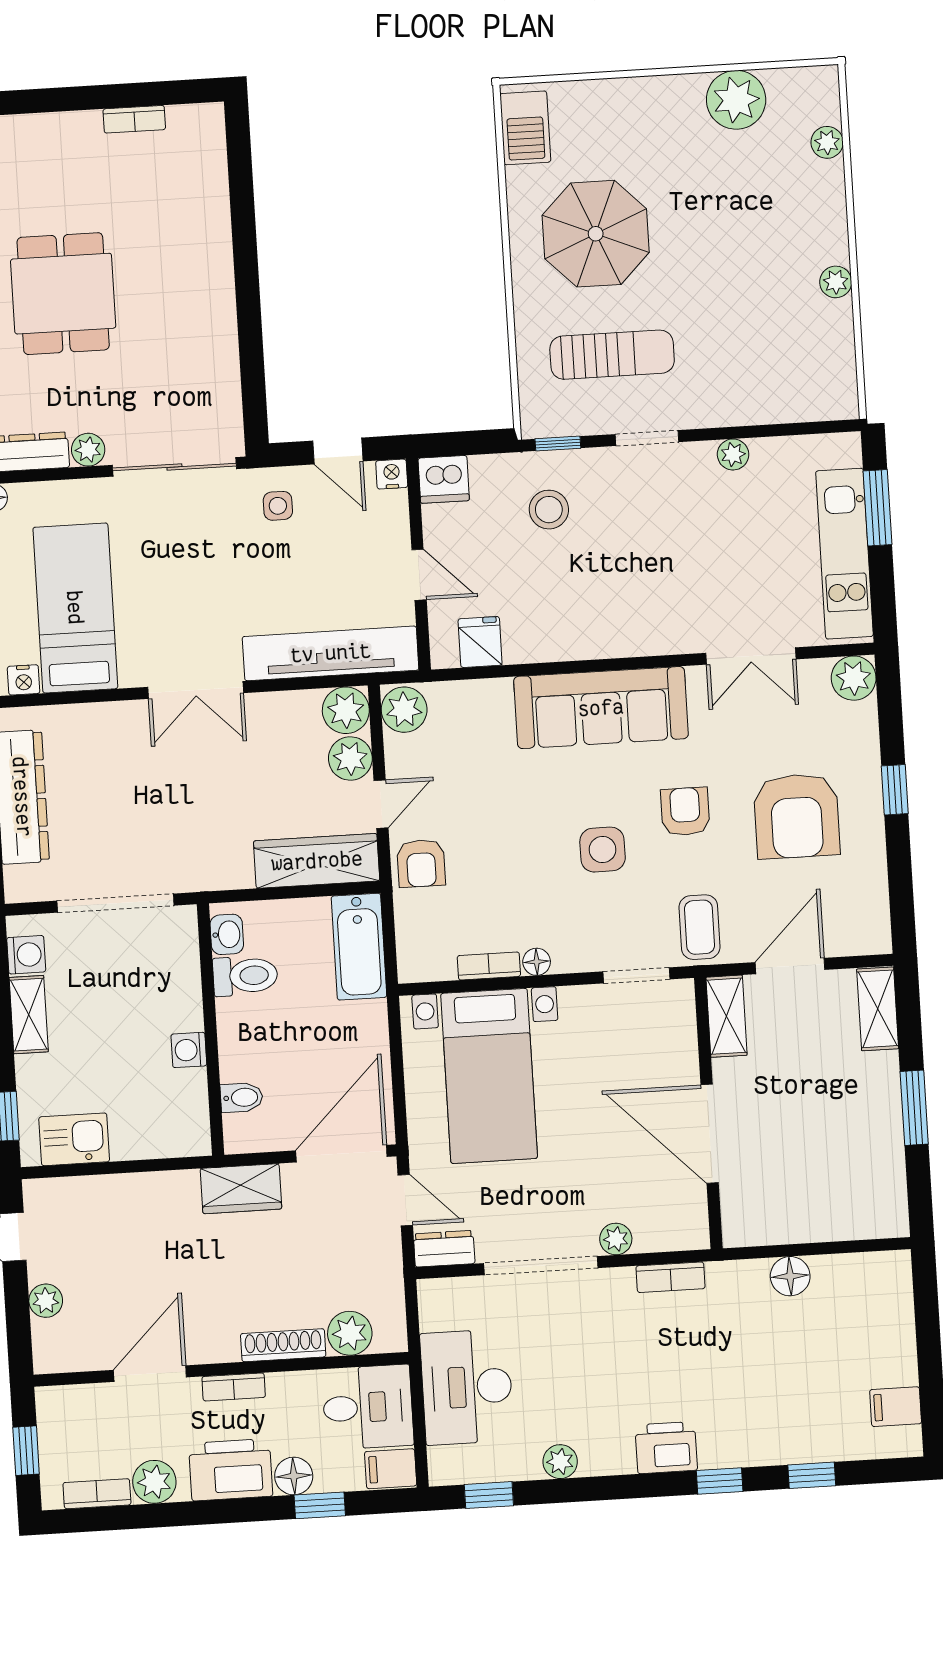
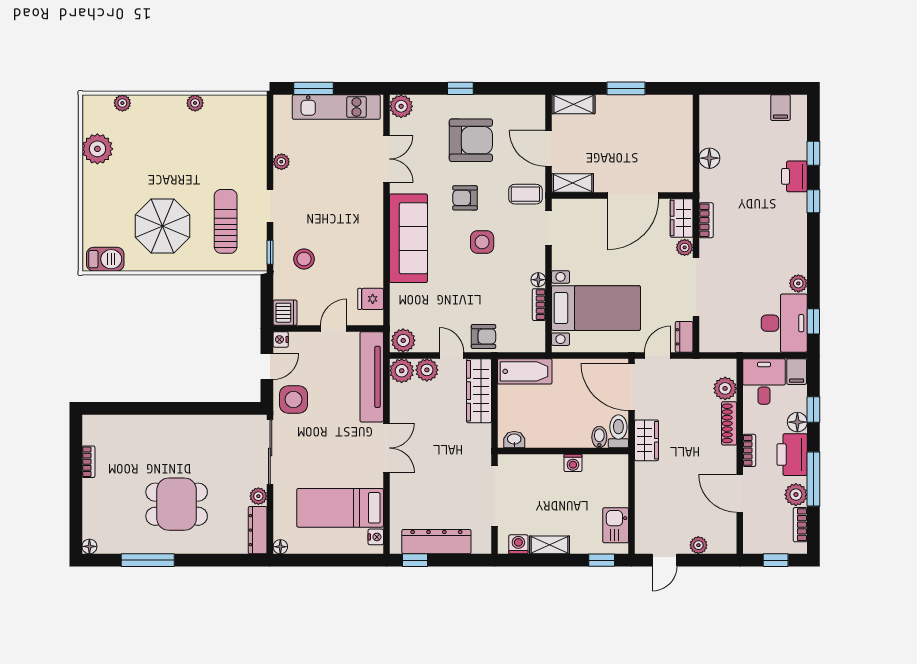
side table: (278, 506) -> (293, 399), width x1.87, depth x1.87
toilet: (245, 976) -> (618, 431), moved
wardrobe: (672, 1230) -> (682, 218), added
desk: (467, 1387) -> (784, 323), moved, turned -90
printer: (666, 1448) -> (794, 176), moved
window: (186, 1514) -> (813, 479), added

